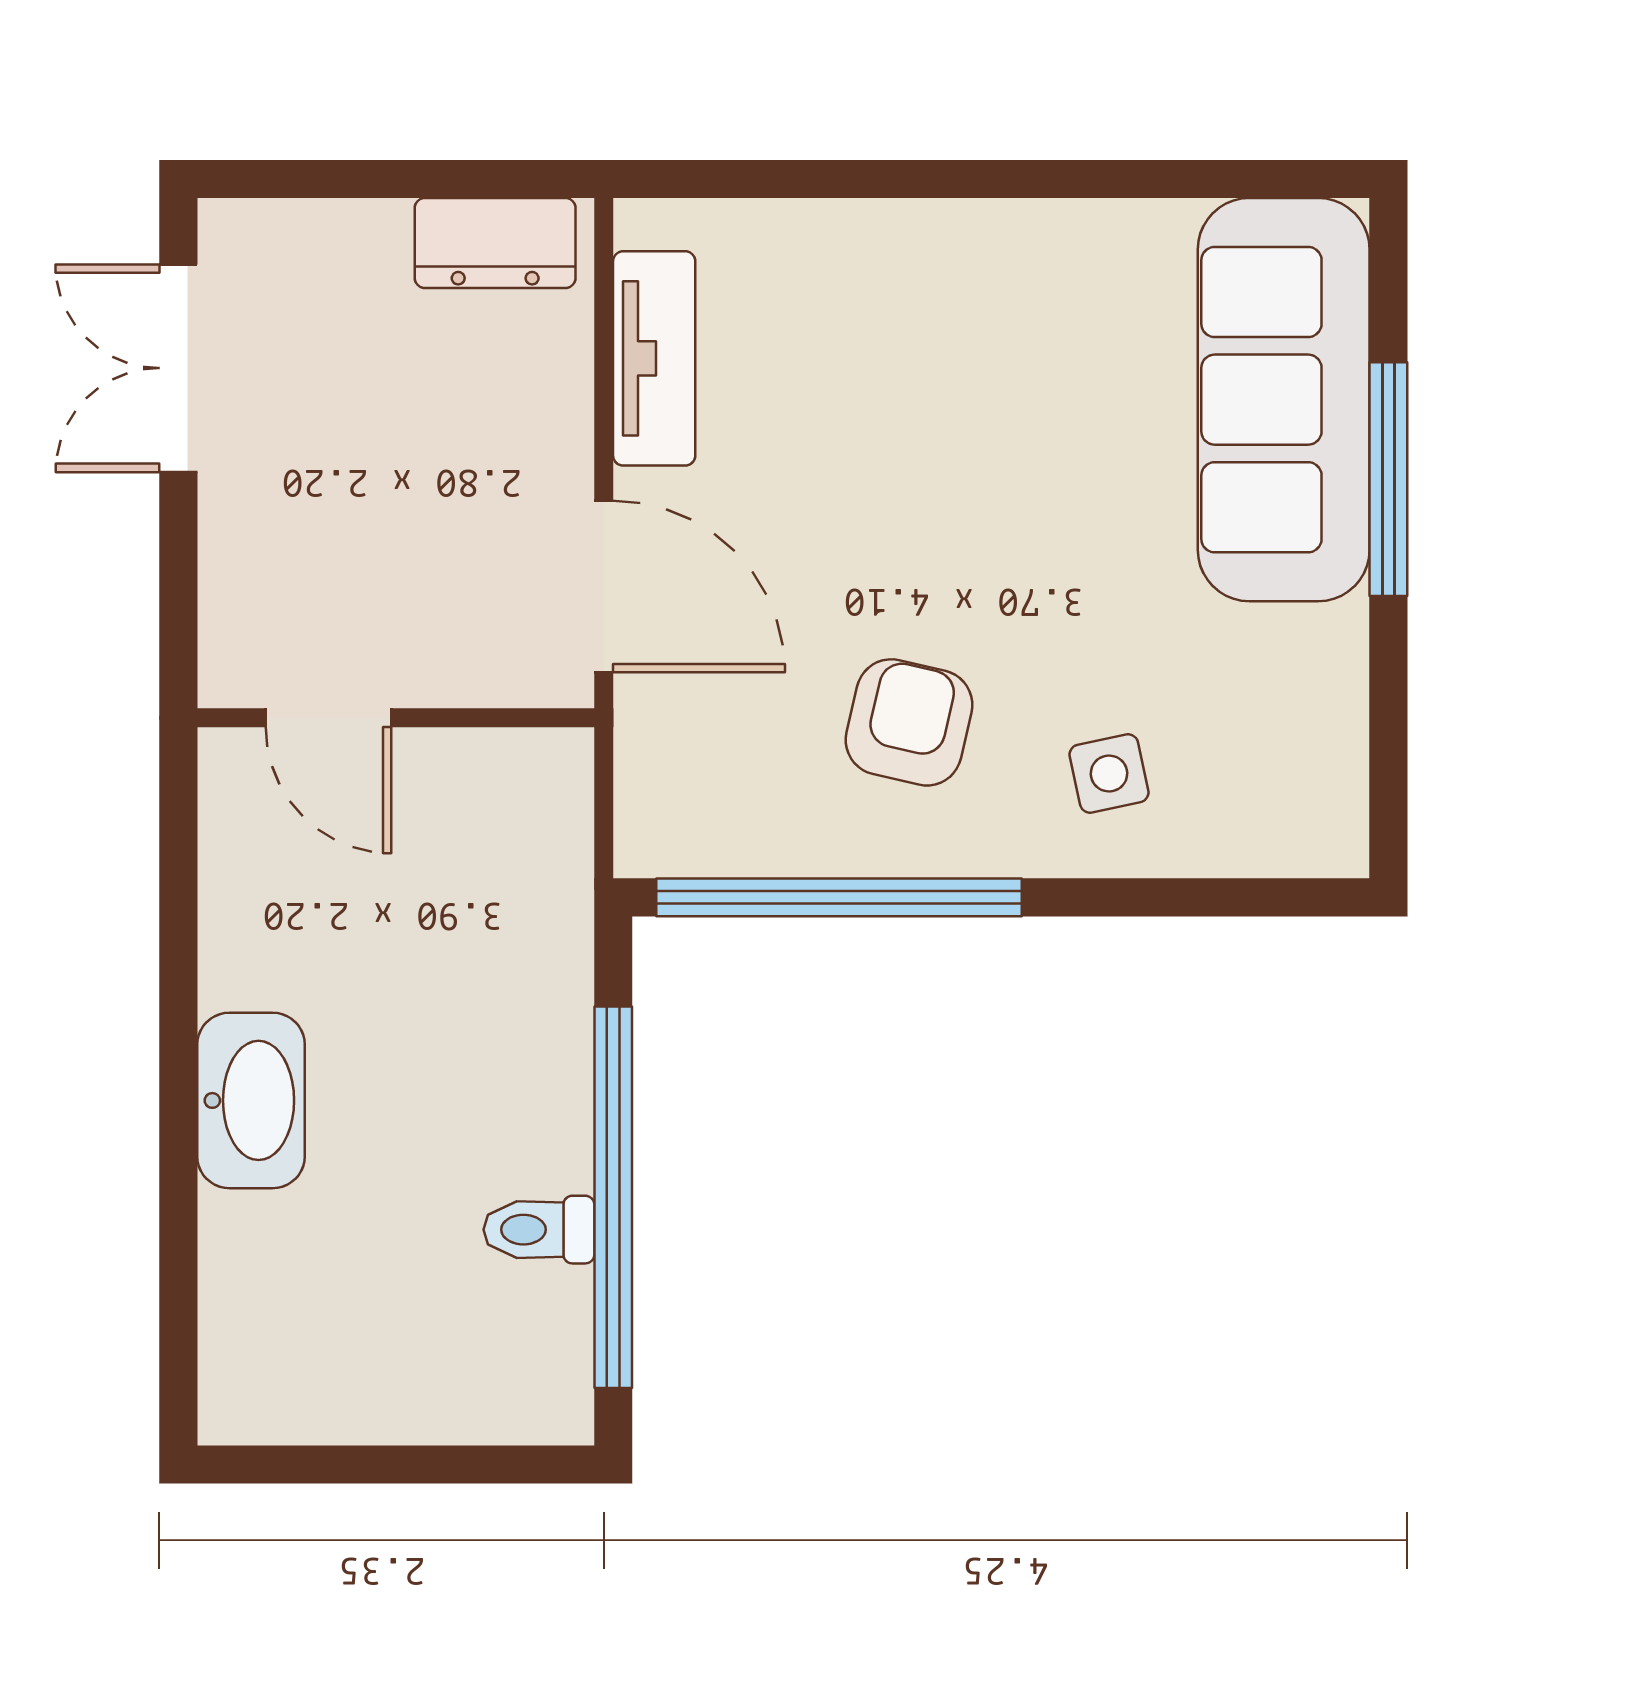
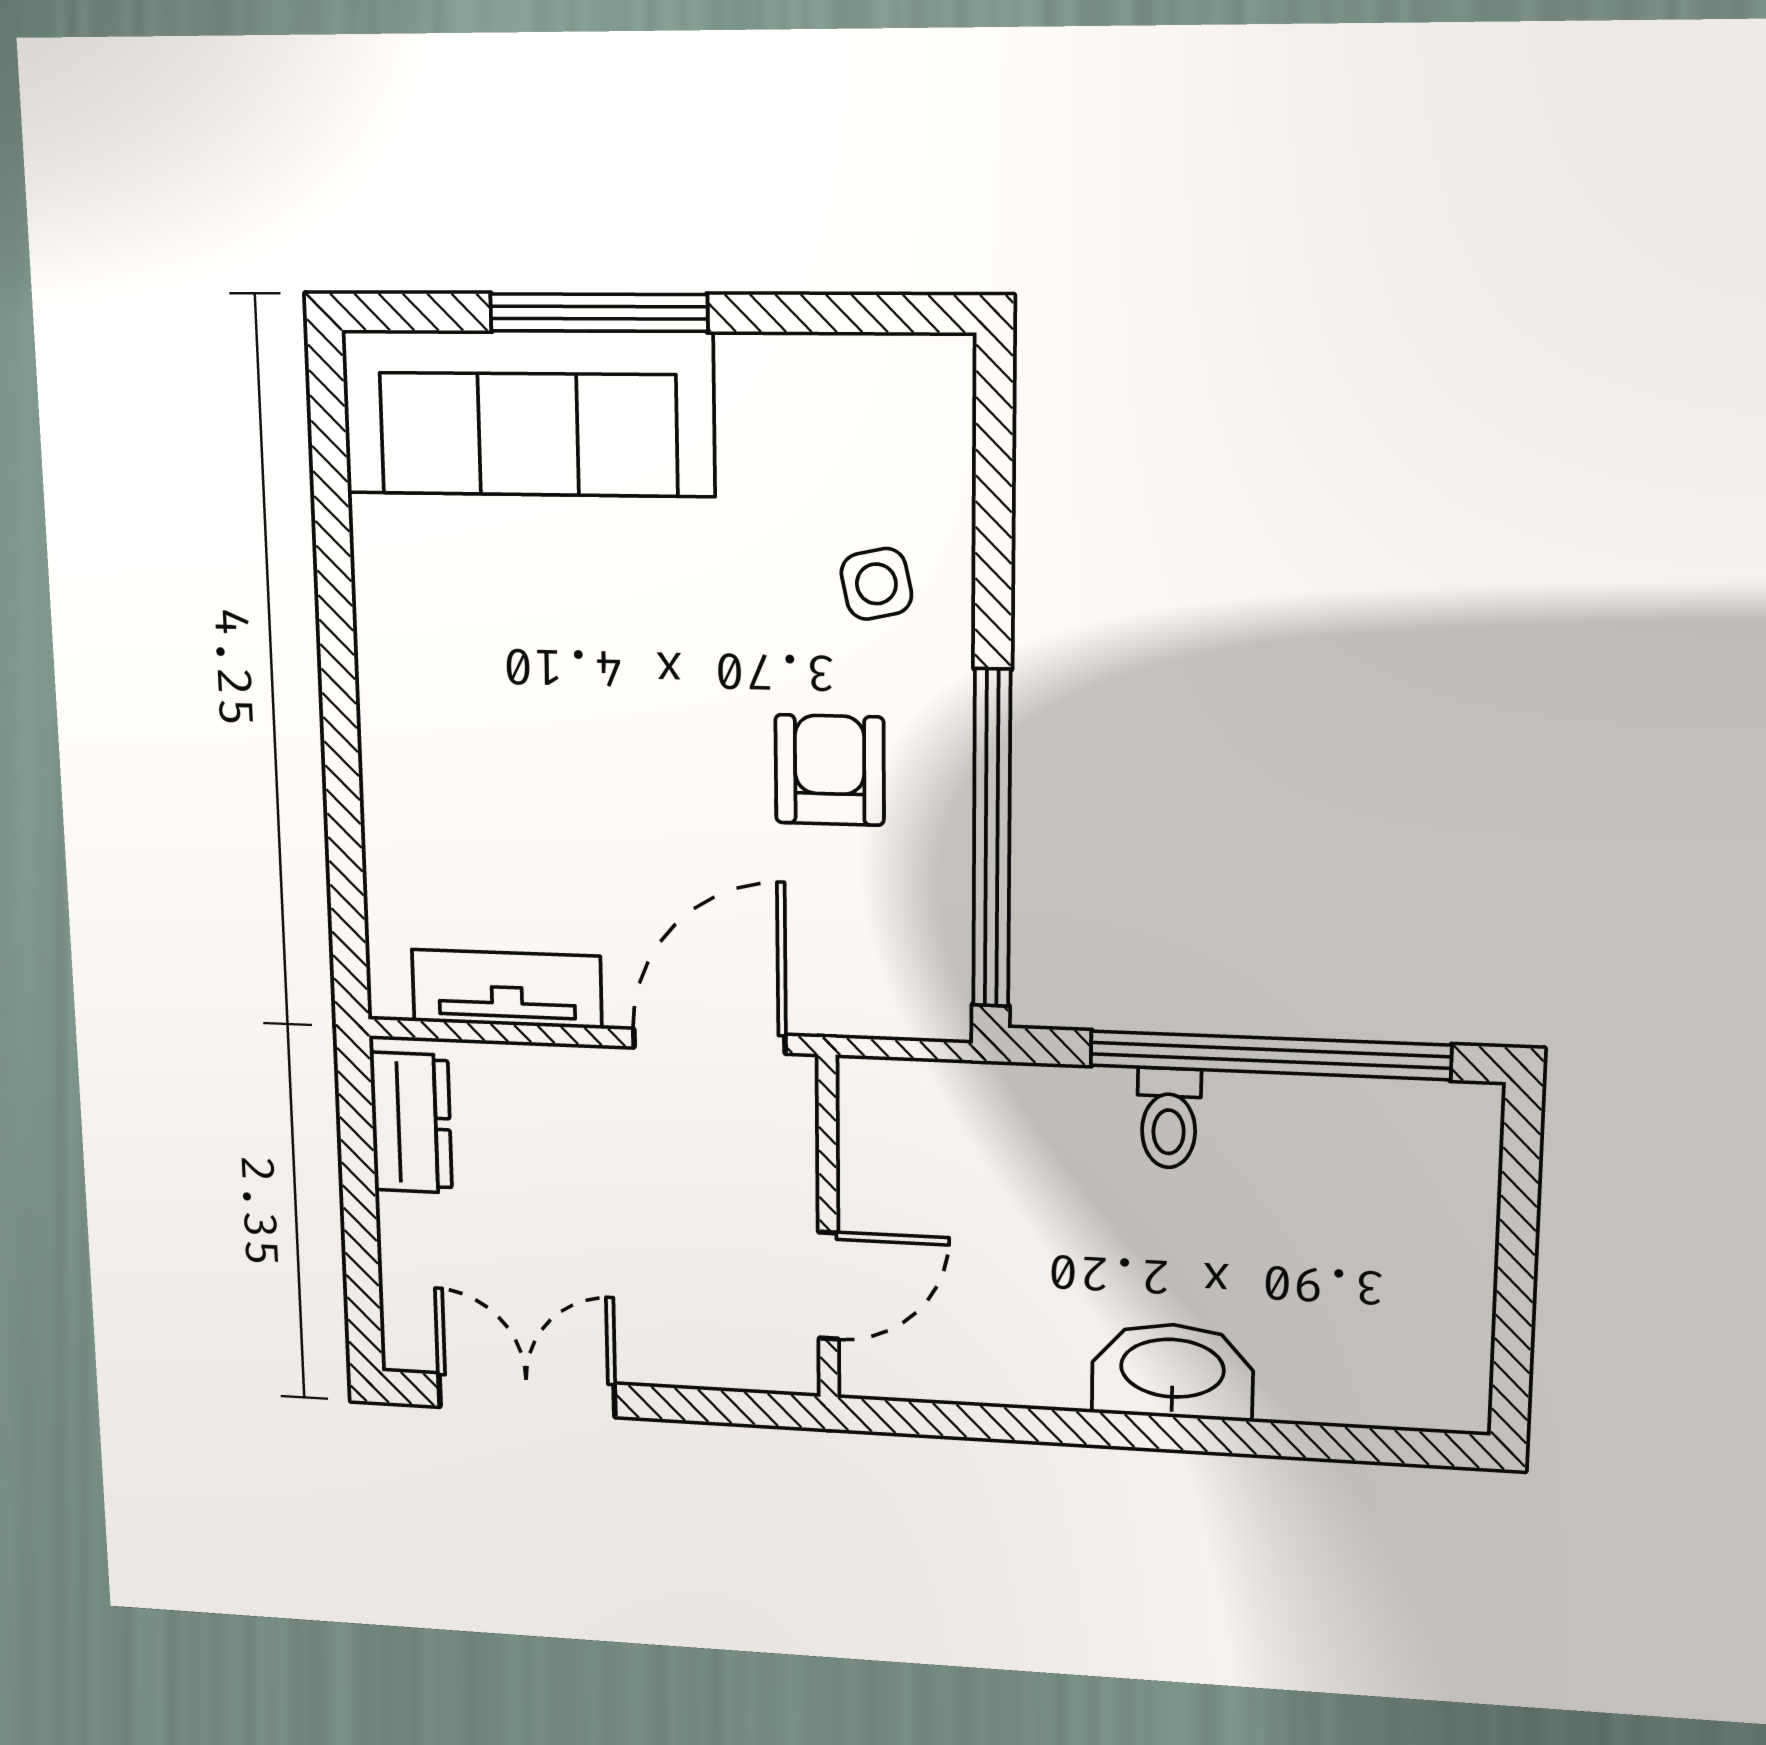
double door: (178, 368) -> (527, 1395), swing flipped
armchair: (909, 722) -> (830, 770), turned 77
toilet: (539, 1230) -> (1169, 1118), moved

